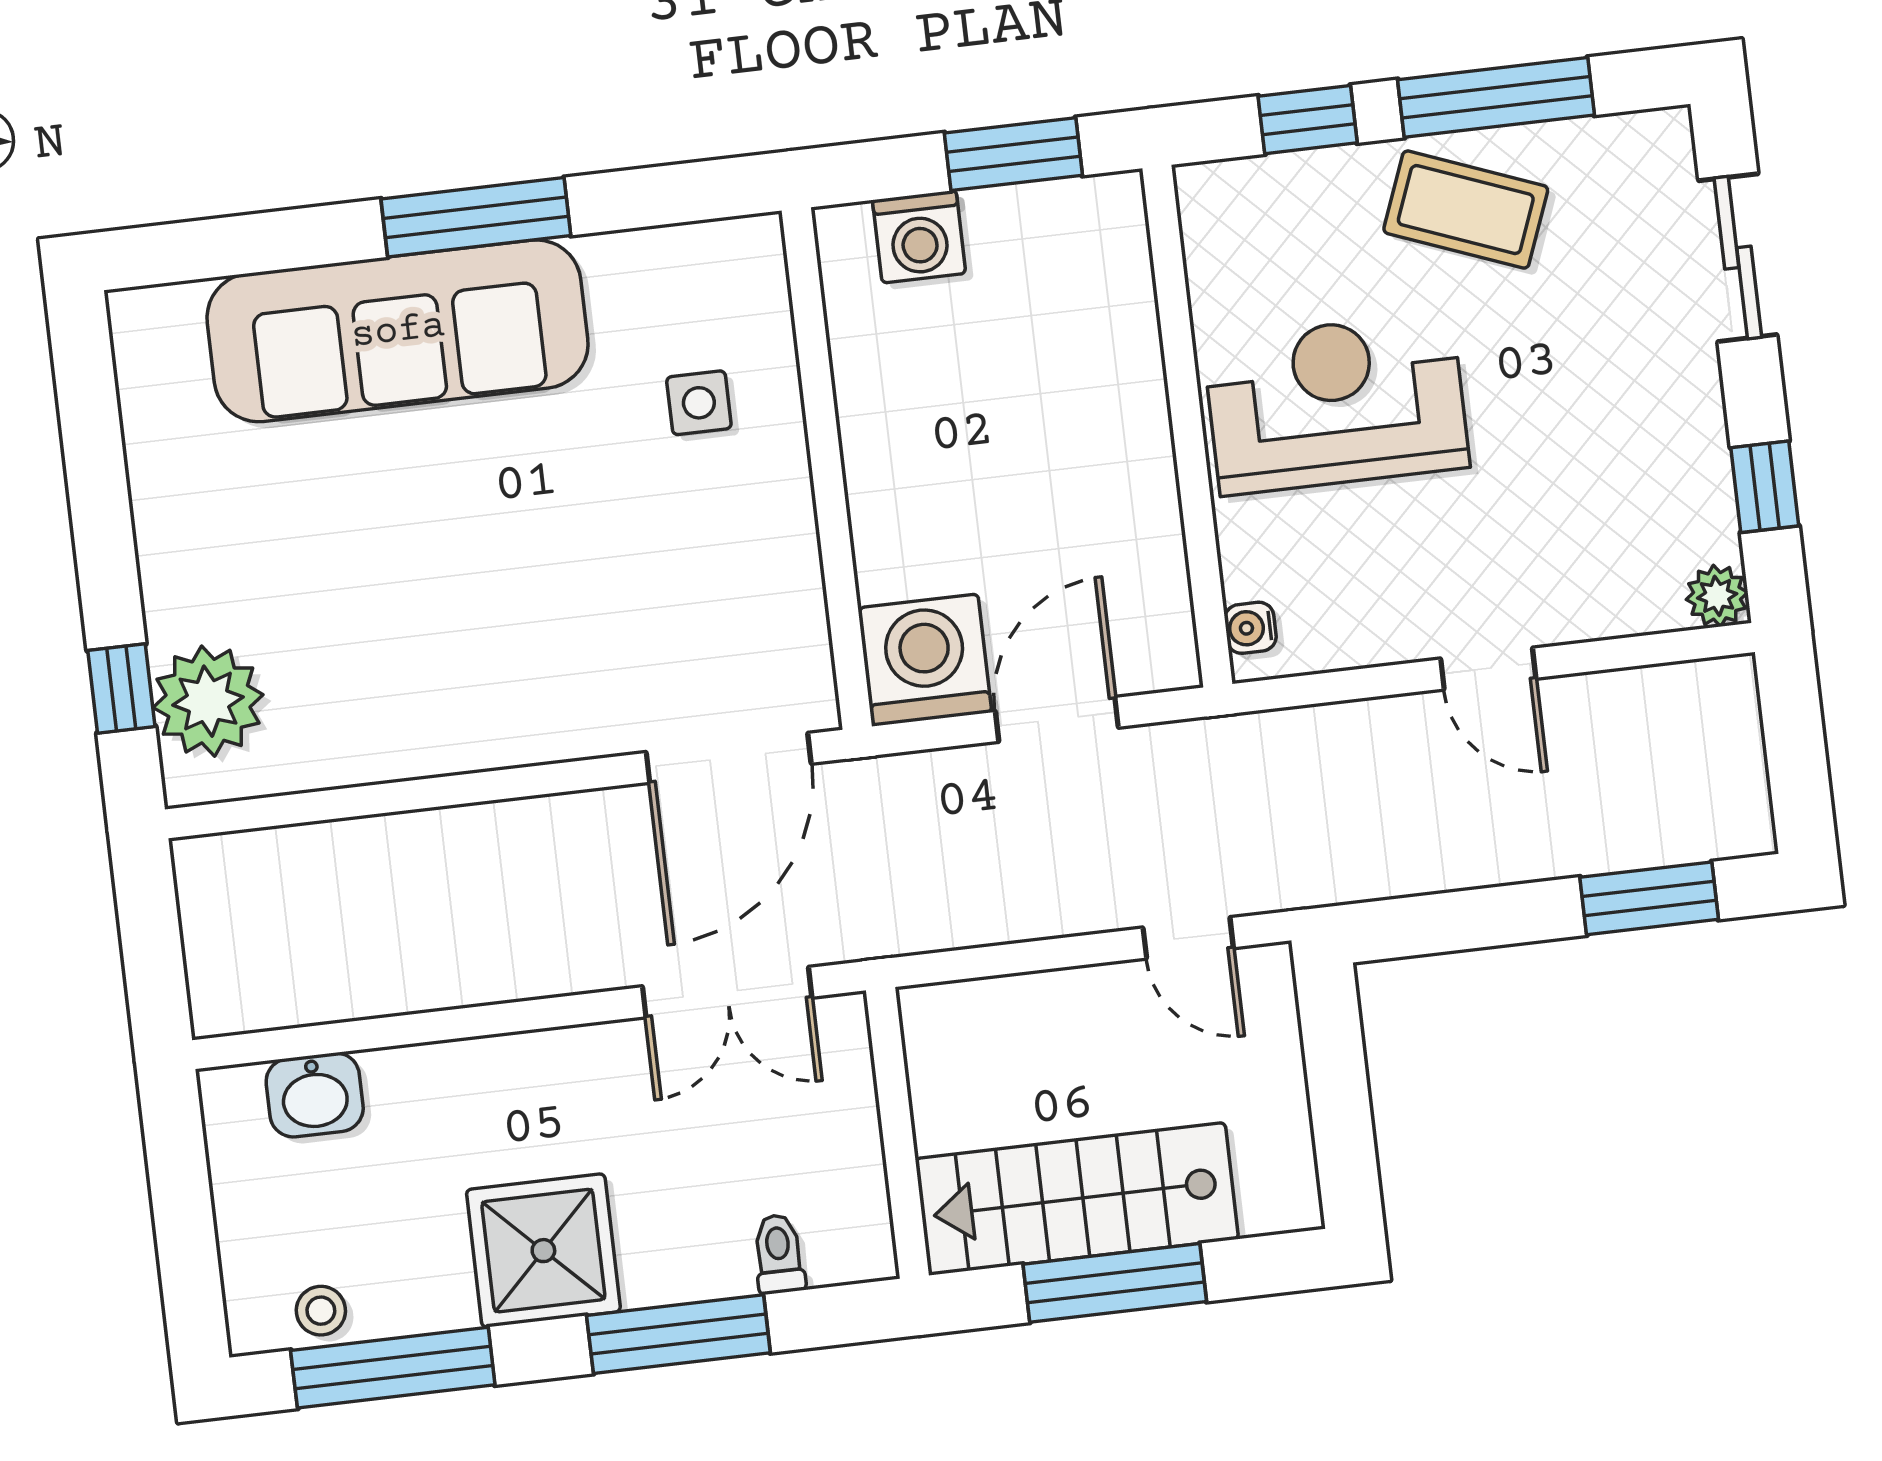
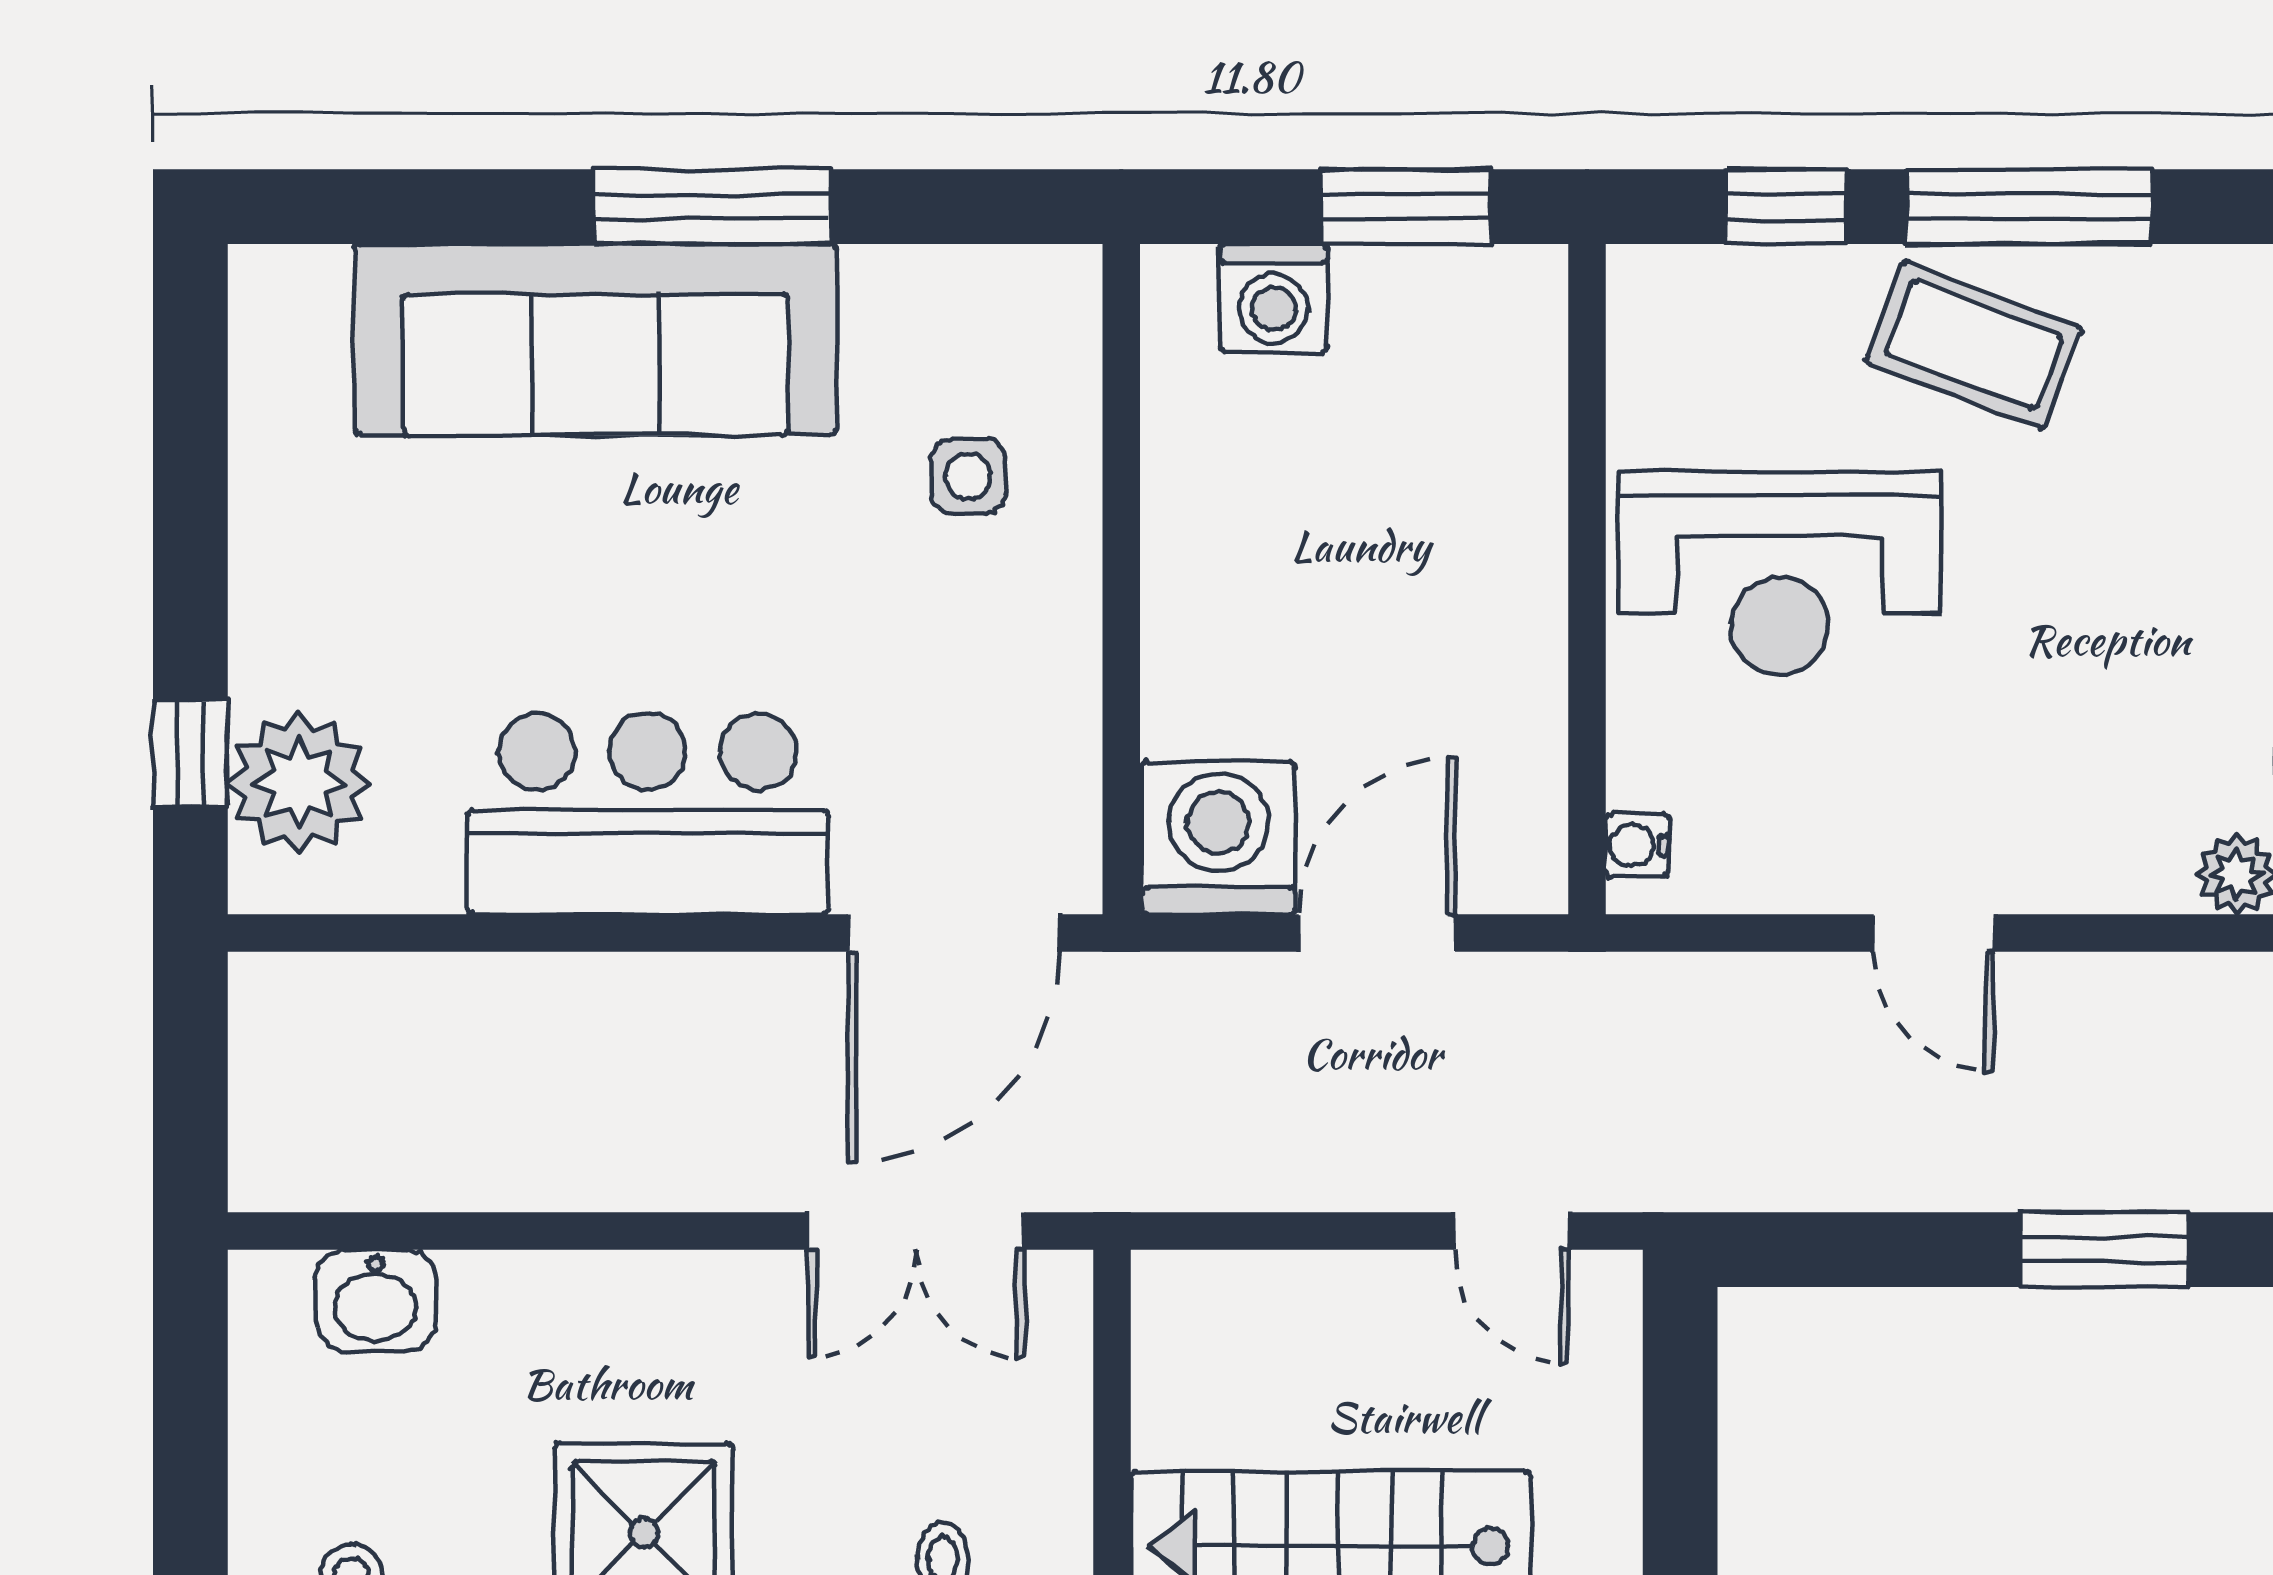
reception desk: (1336, 404) -> (1780, 573), turned 180
bar counter: (481, 693) -> (648, 814), added

